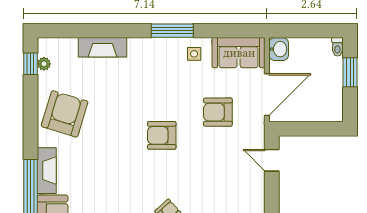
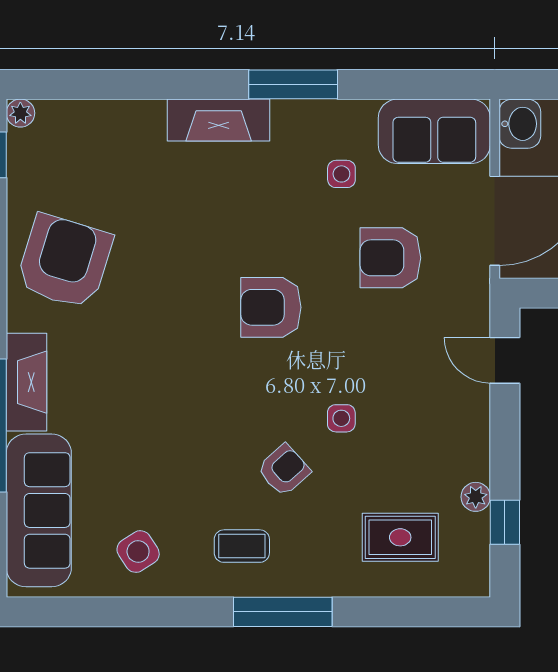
fireplace: (103, 47) -> (219, 120), moved
side table: (194, 54) -> (341, 174), moved
plant: (44, 64) -> (20, 113), moved
side table: (195, 188) -> (341, 418), added

